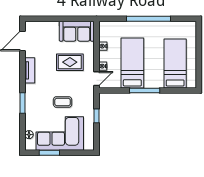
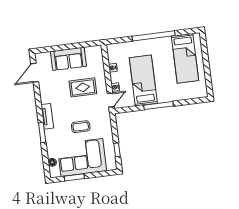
sofa: (77, 31) -> (68, 59), moved
bed: (175, 64) -> (185, 58), moved, turned 180
tv unit: (30, 70) -> (47, 116), moved
window: (97, 116) -> (117, 150), moved

